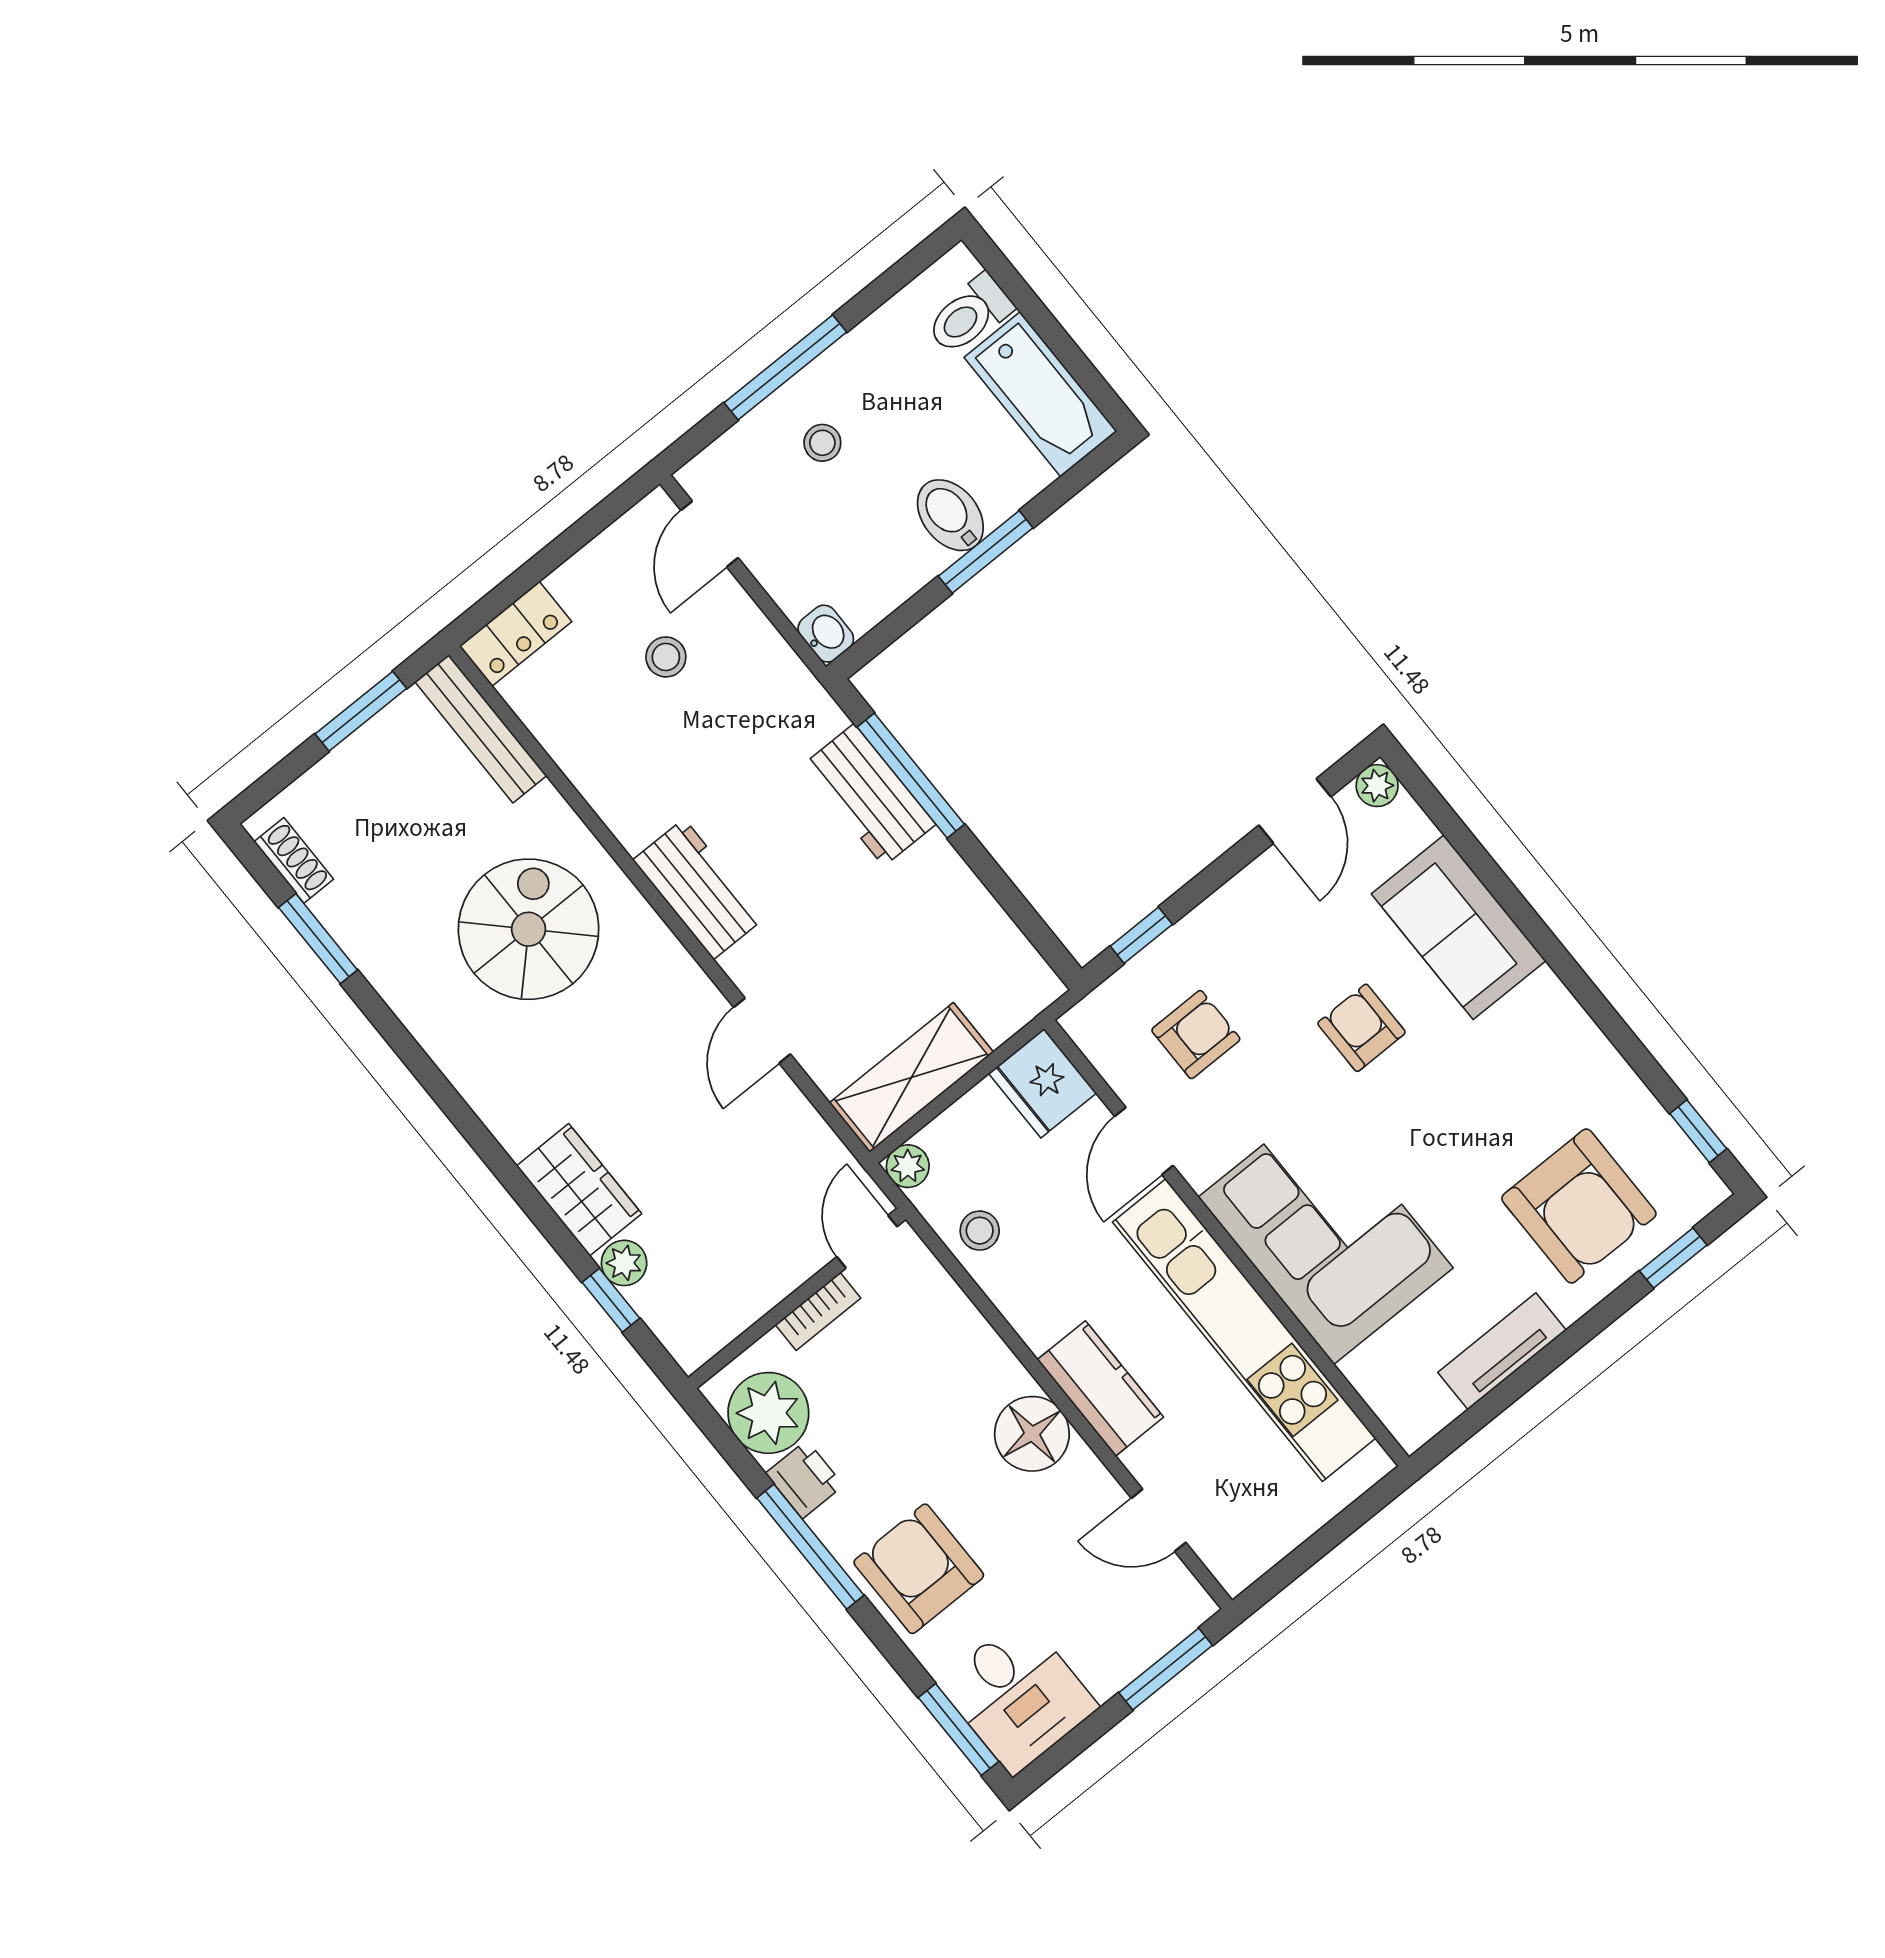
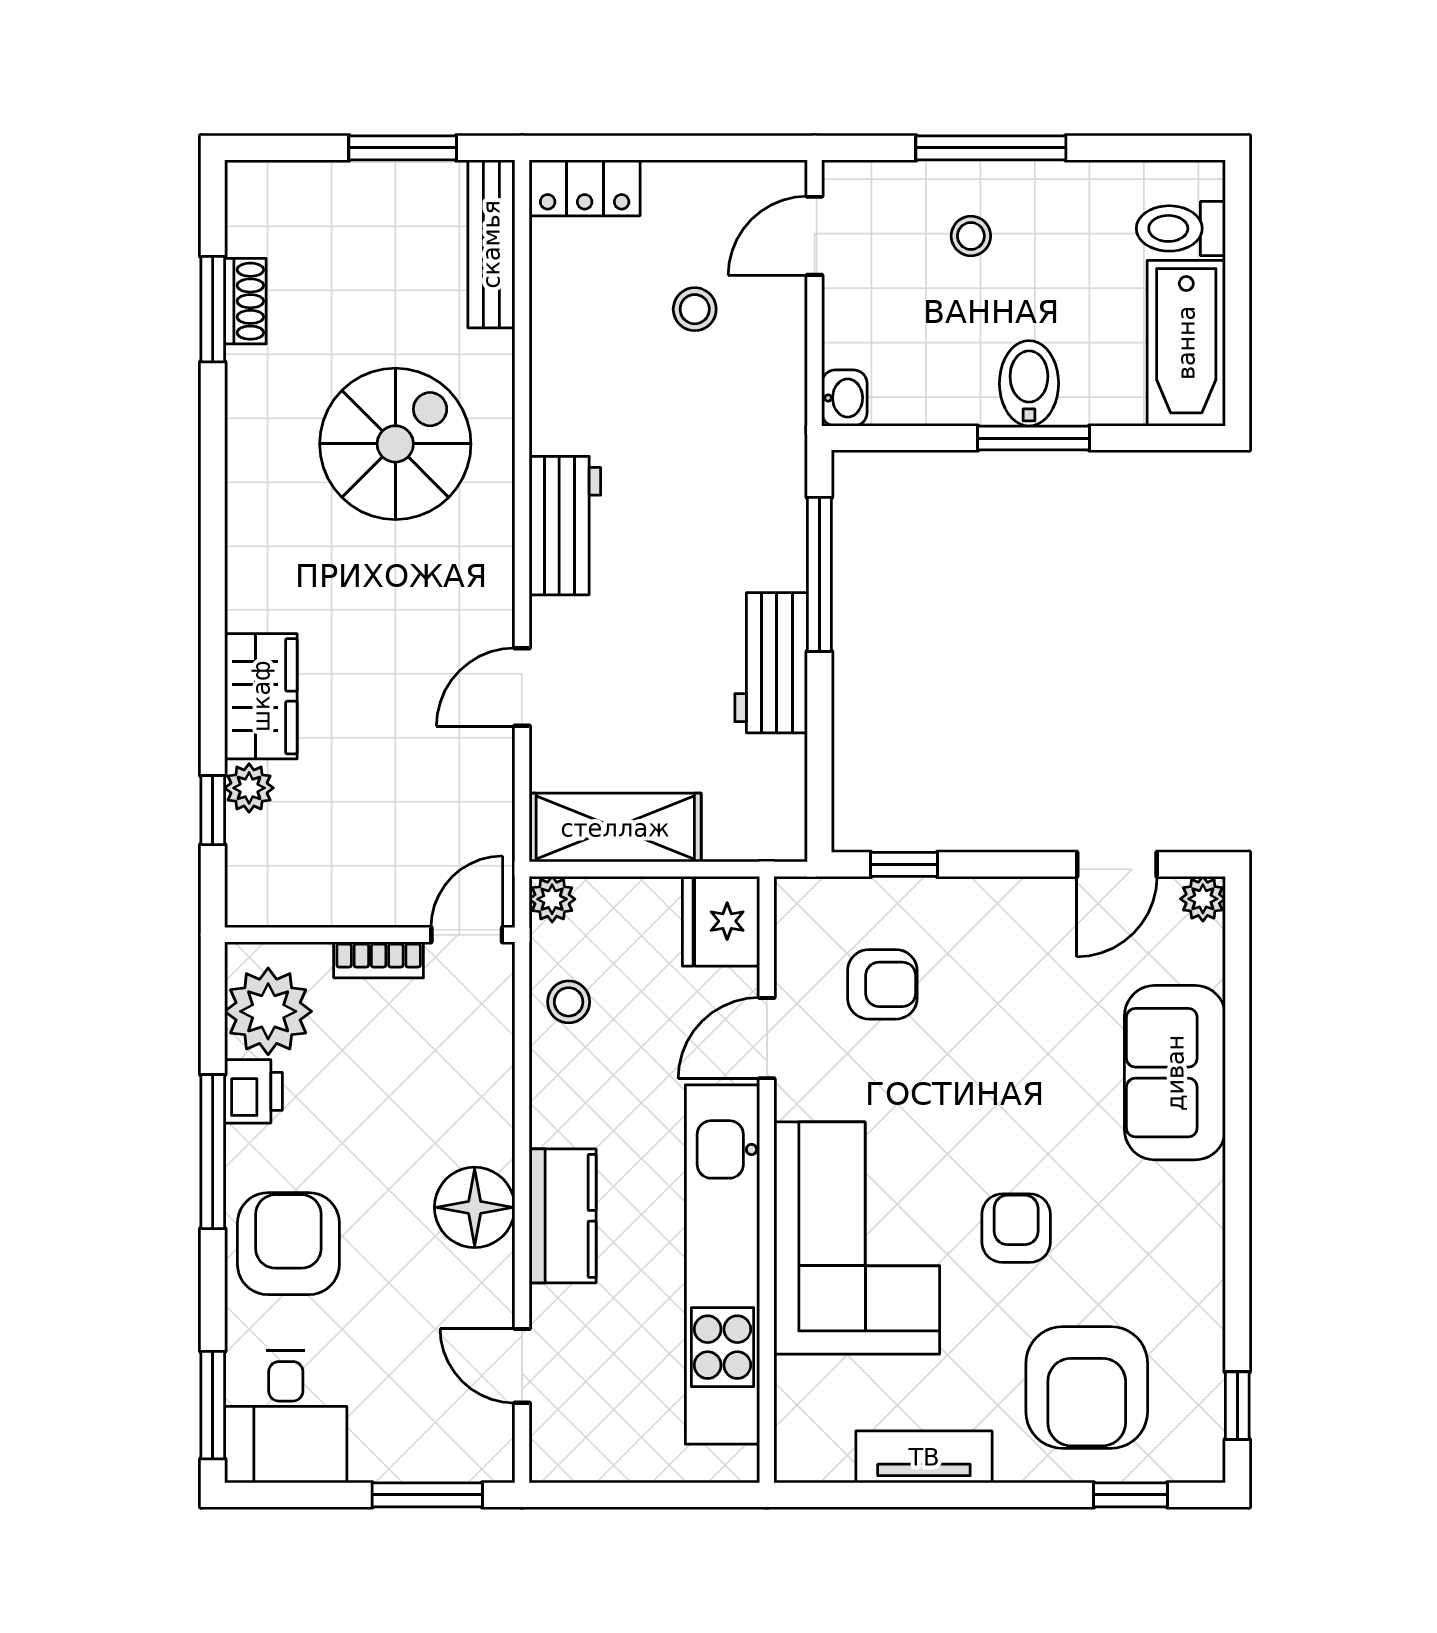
workbench: (869, 795) -> (771, 663), moved
shoe rack: (294, 860) -> (245, 301), moved
armchair: (1362, 1028) -> (1016, 1228), moved

